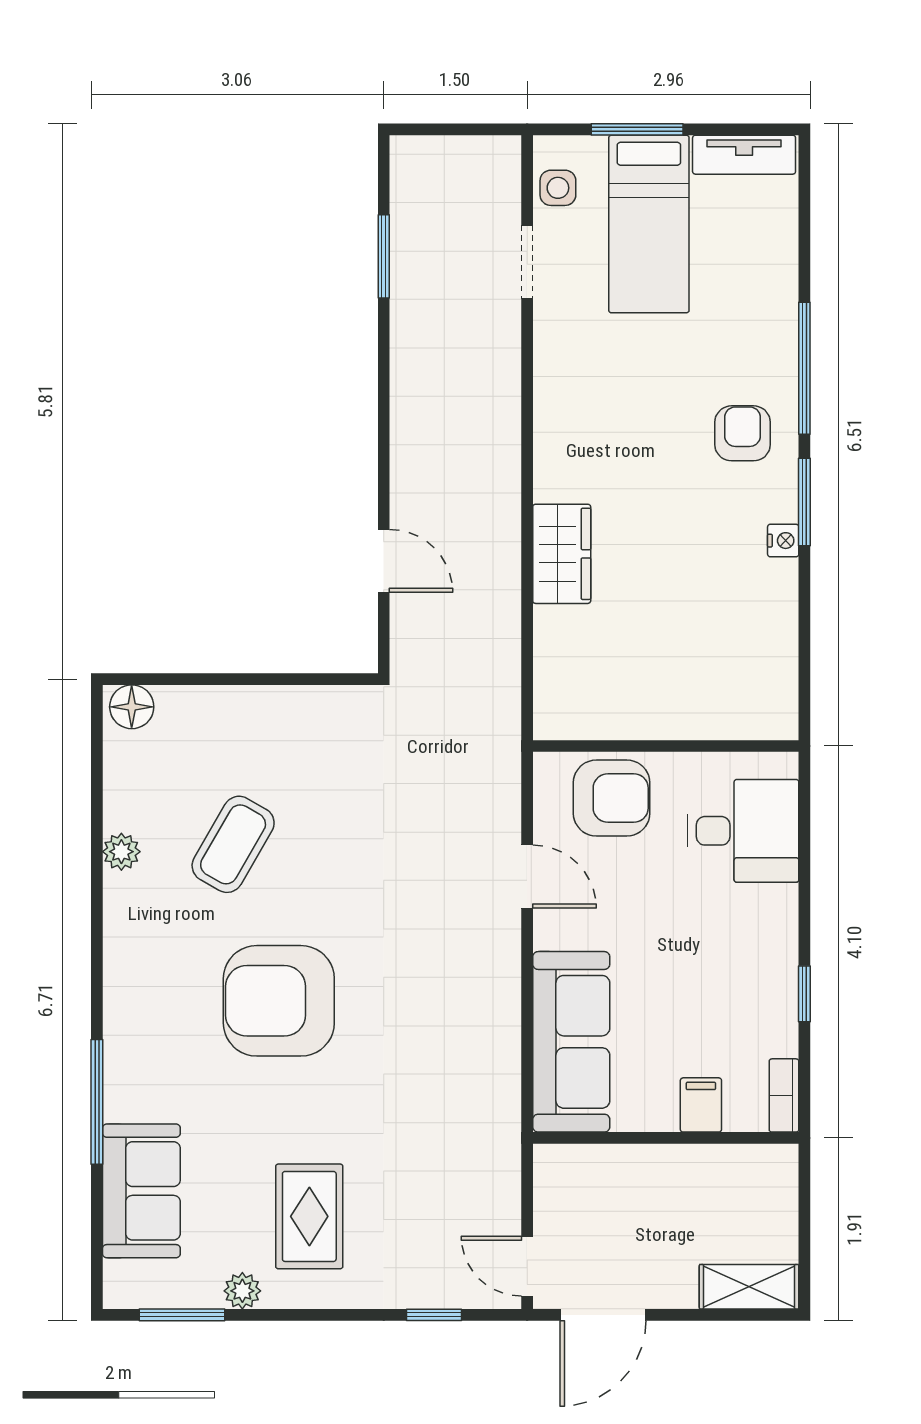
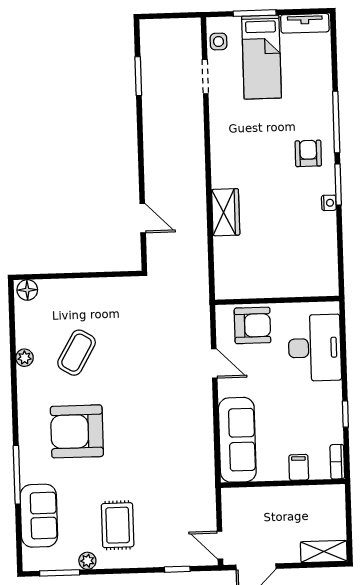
desk: (743, 831) -> (315, 348), width x1.37
armchair: (279, 1001) -> (77, 431), moved

